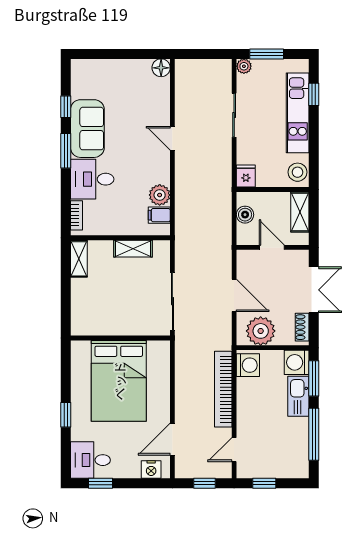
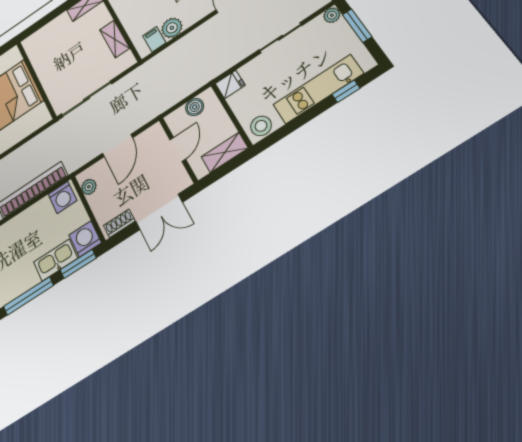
plant: (261, 331) -> (89, 187), width x0.53, depth x0.53

